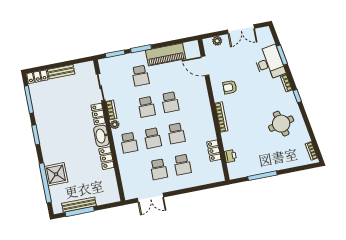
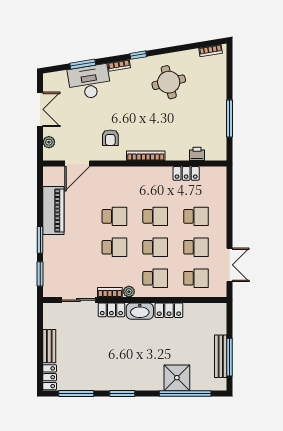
school desk: (140, 76) -> (196, 278), moved

